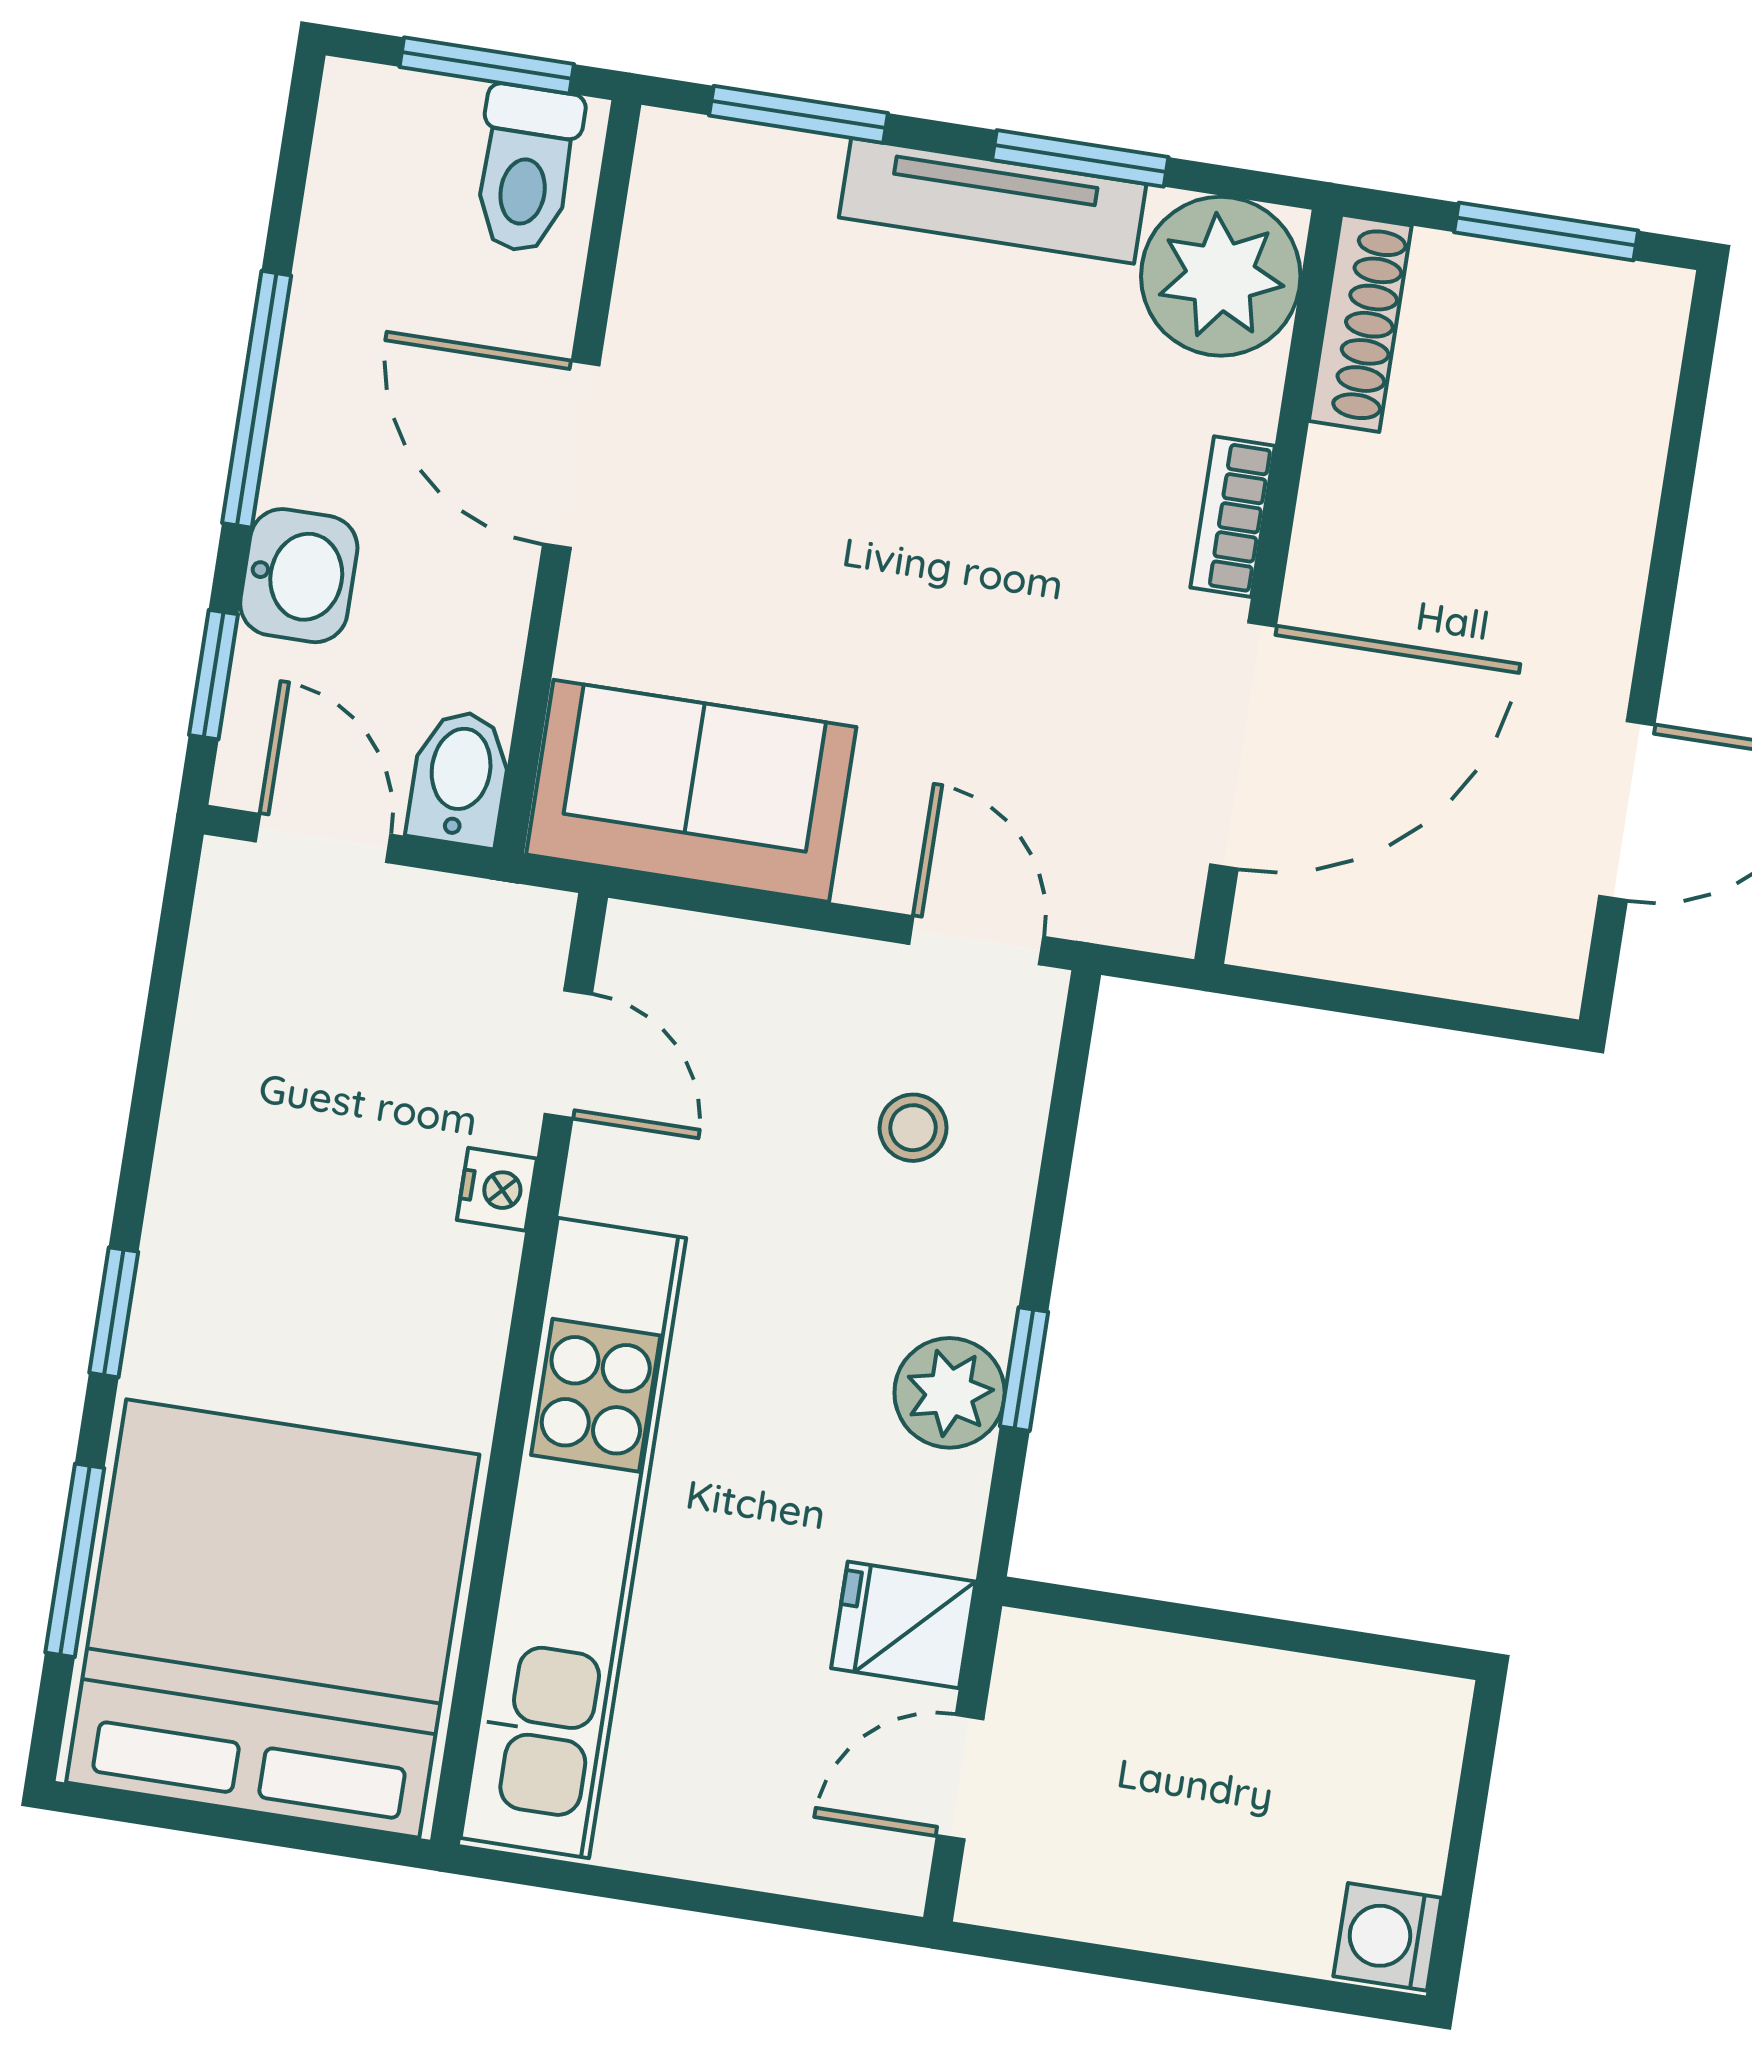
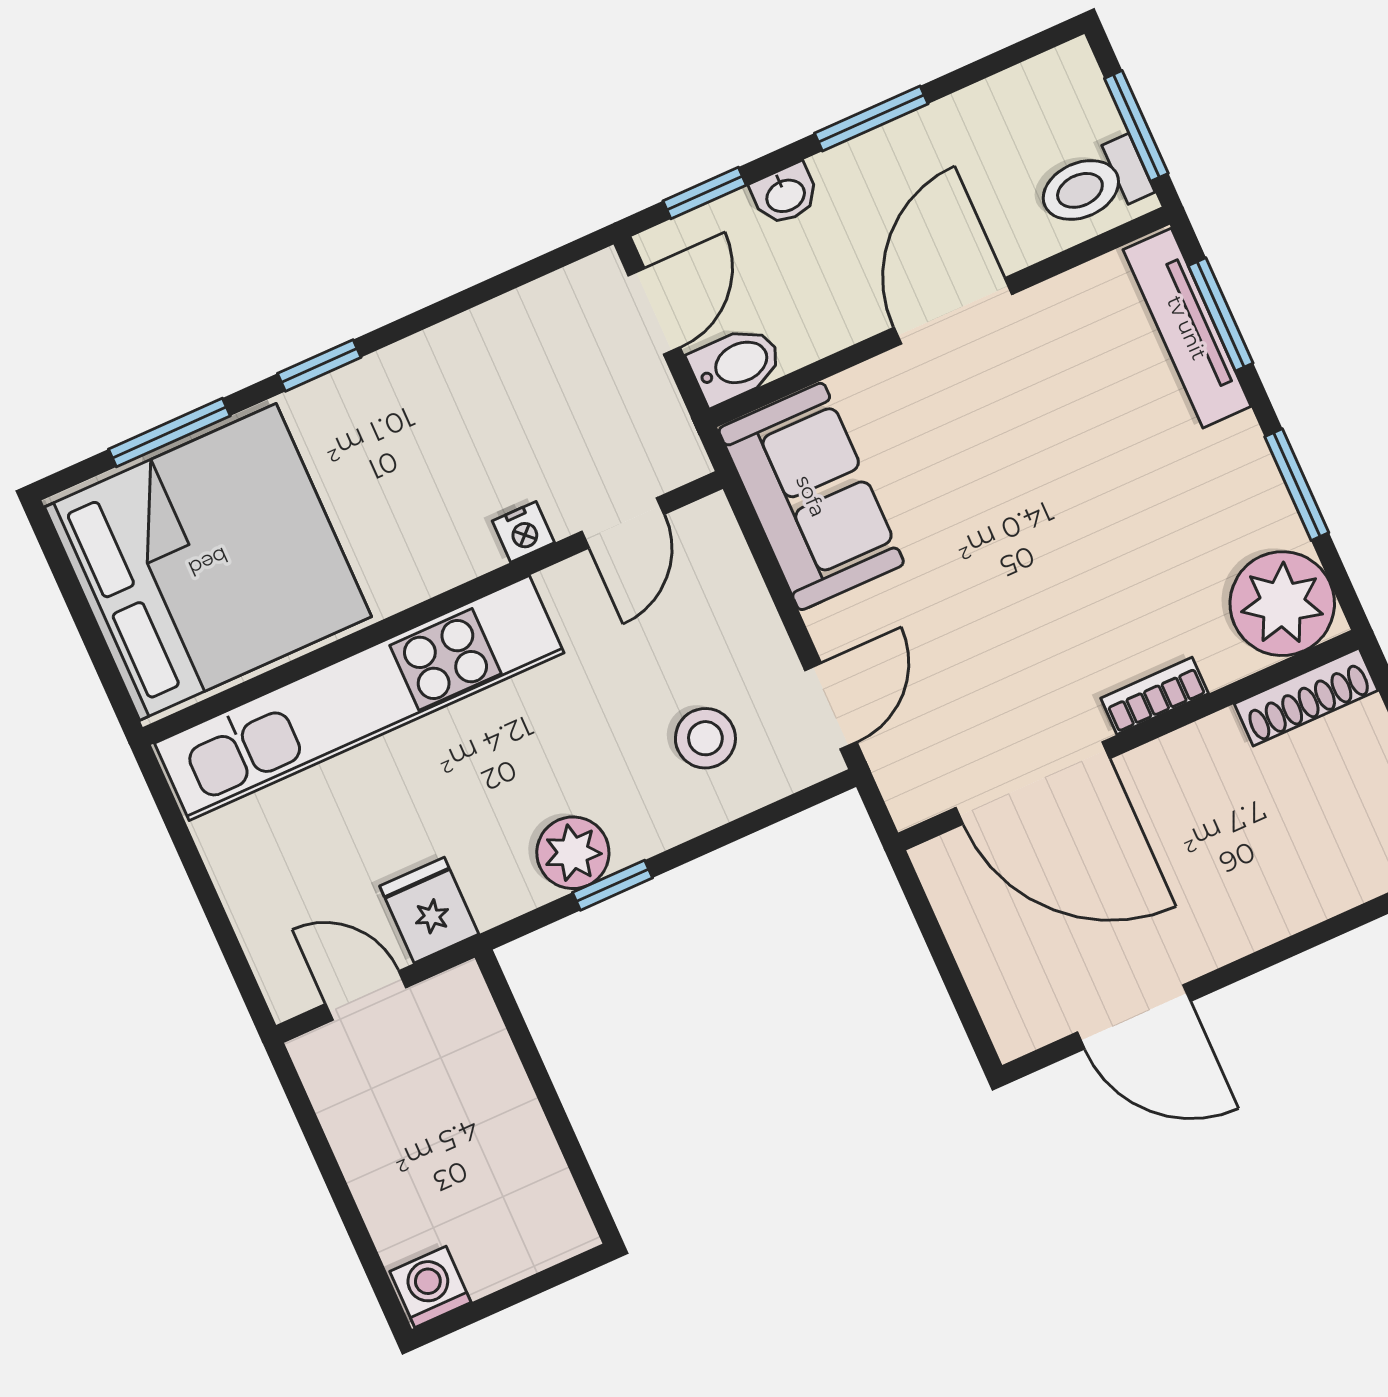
tv unit: (993, 201) -> (1187, 328), moved
window: (257, 399) -> (871, 119), width x0.69
washbasin: (299, 576) -> (785, 195), width x0.72, depth x0.69
stool: (913, 1128) -> (705, 738), width x1.37, depth x1.37

